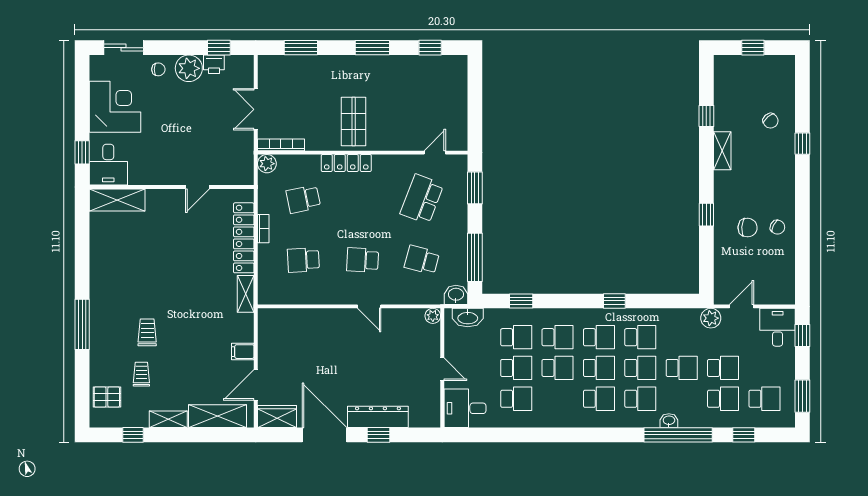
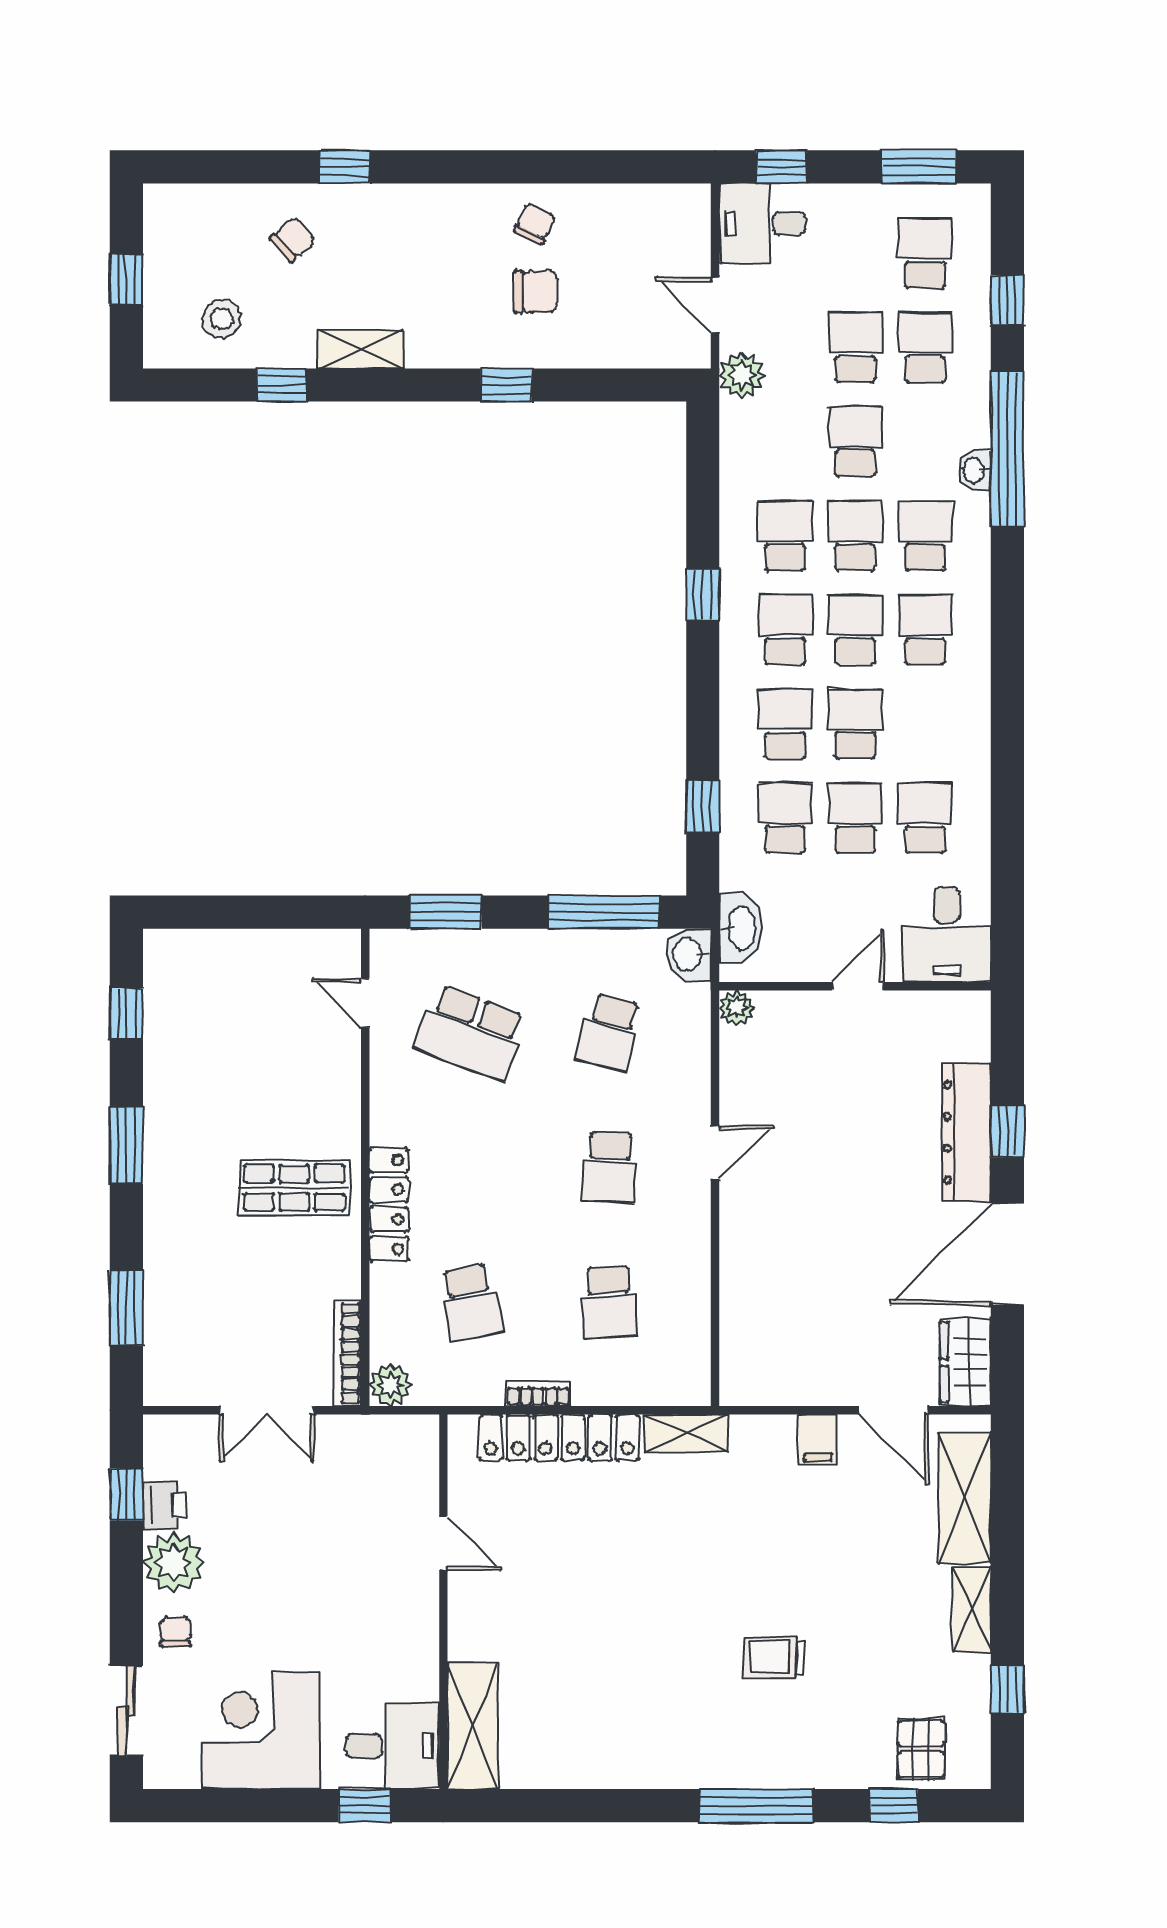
stool: (736, 89) -> (221, 319), added
chair: (748, 228) -> (536, 291), turned 86
trolley: (141, 374) -> (869, 1671), removed
window: (82, 385) -> (894, 1806), added

